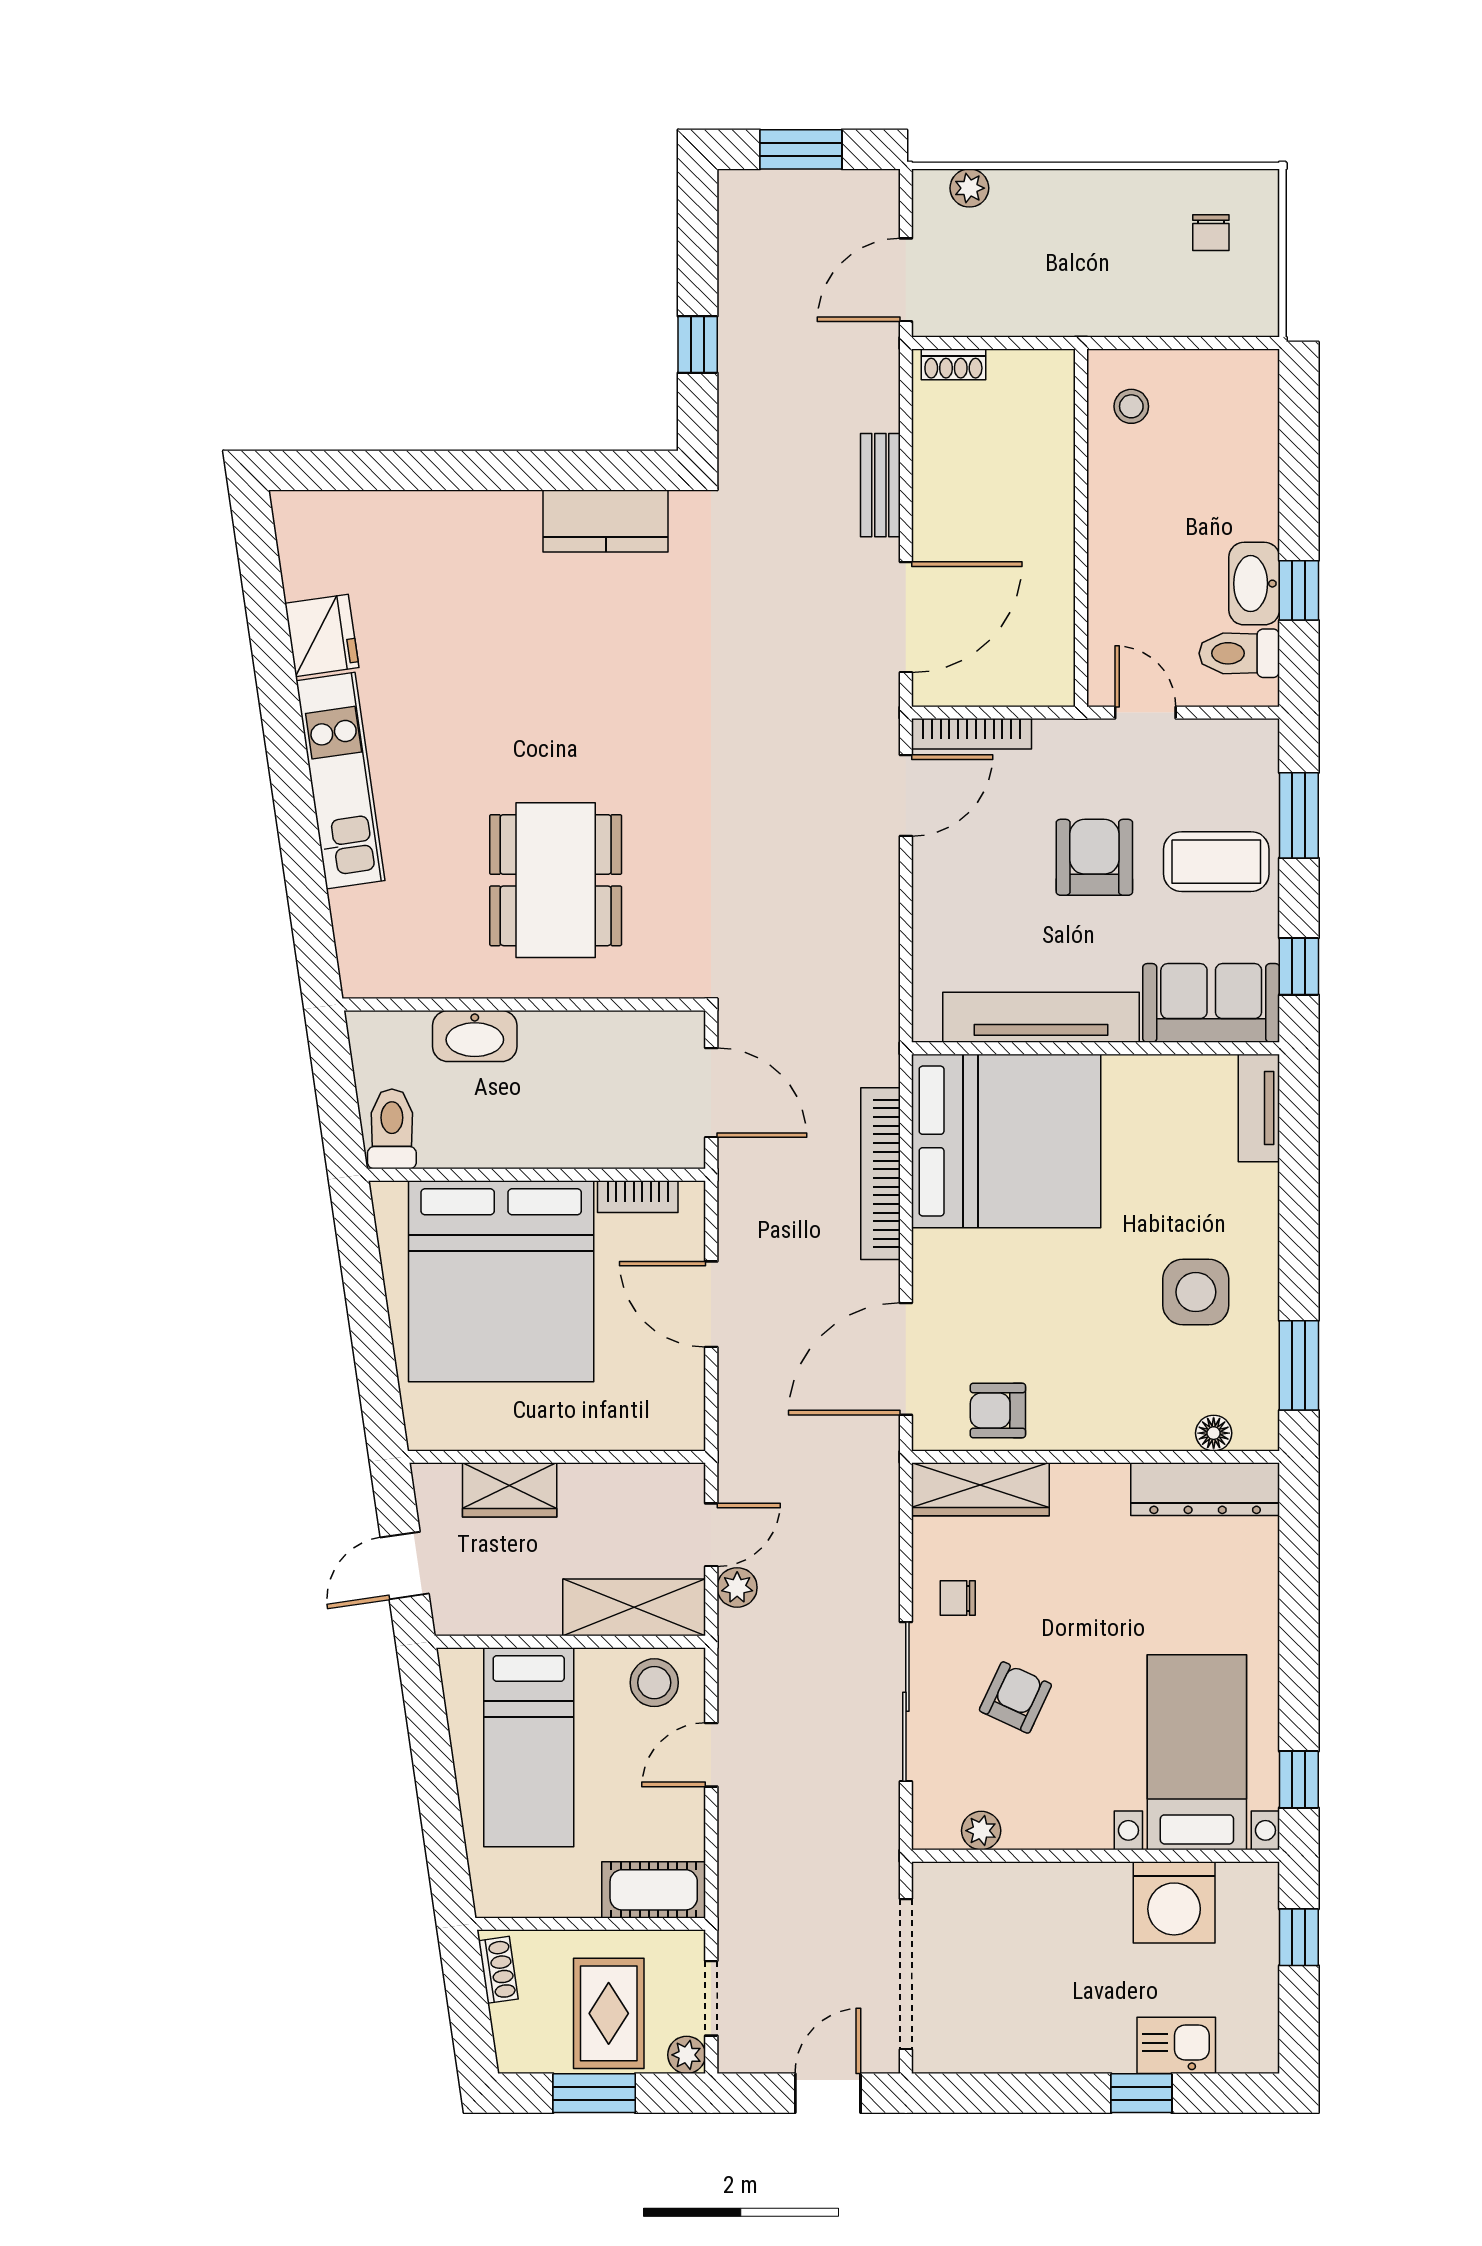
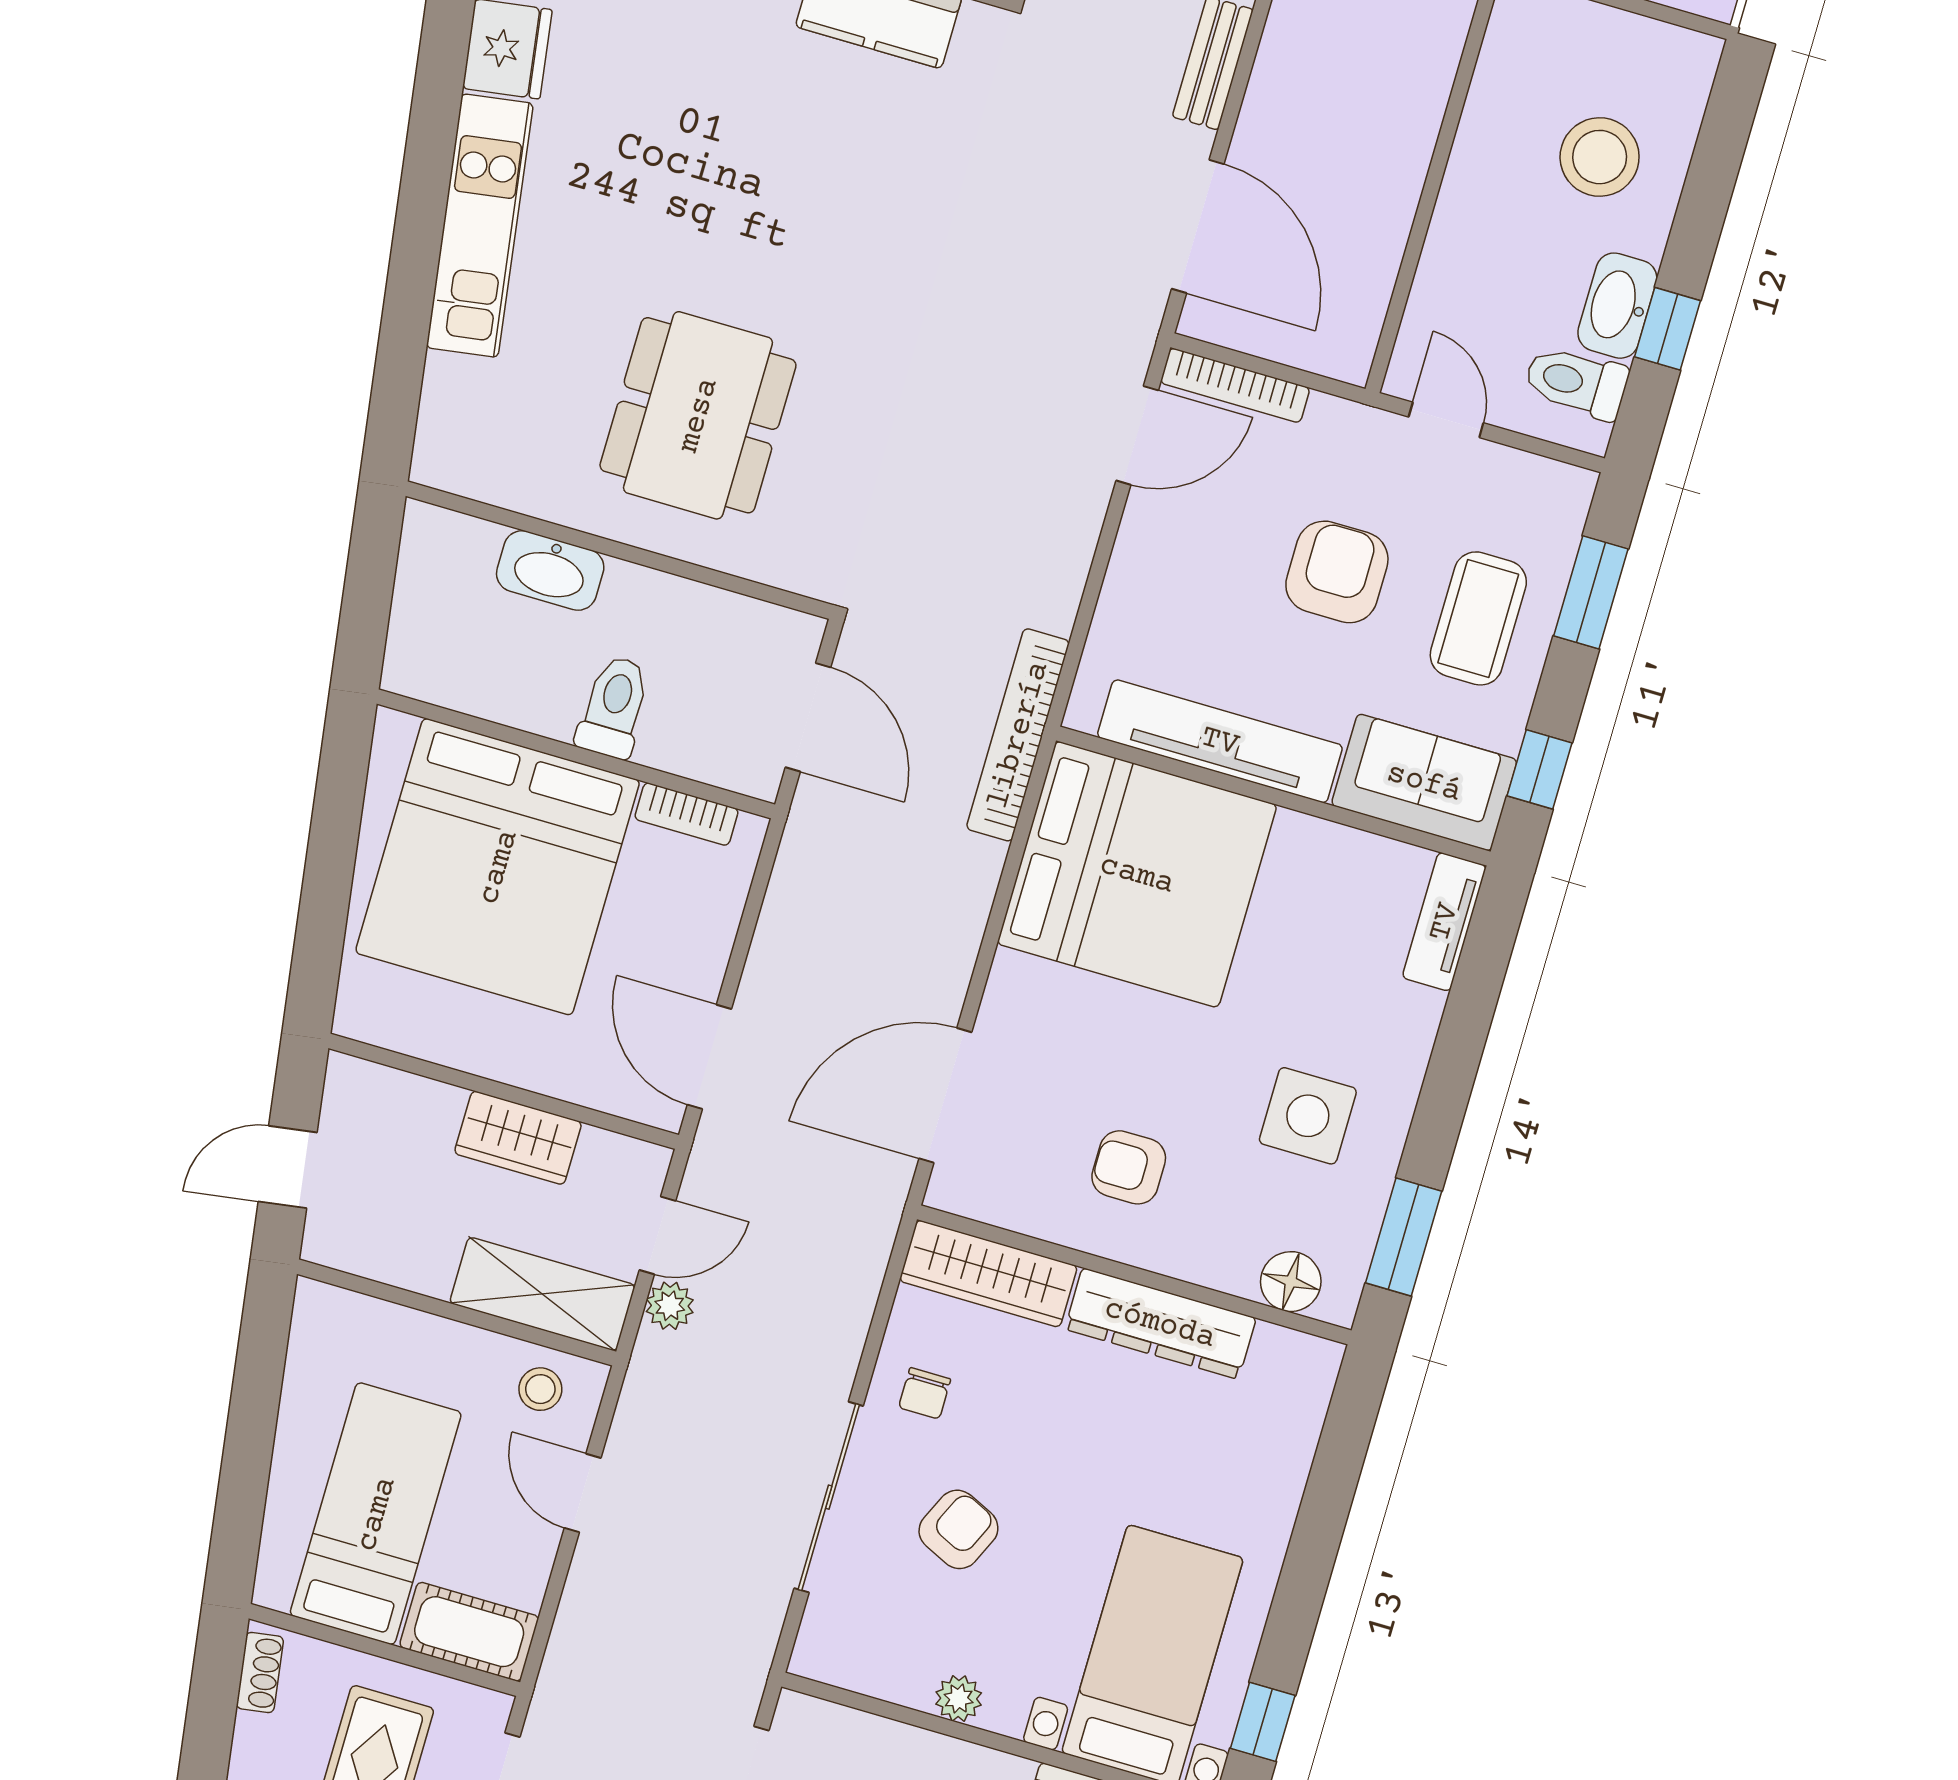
stool: (1131, 406) -> (1600, 157), moved, width x1.89, depth x1.89
door: (906, 617) -> (1198, 226), hinge flipped
coffee table: (1216, 862) -> (1478, 618), turned 90
toilet: (392, 1129) -> (614, 707), moved
bookcase: (881, 1174) -> (1018, 735), moved
door: (711, 1304) -> (709, 1057), moved
armchair: (998, 1411) -> (1129, 1167), moved
floor lamp: (1214, 1433) -> (1291, 1282), width x1.37, depth x1.37
dresser: (1205, 1489) -> (1160, 1323), moved
wardrobe: (510, 1490) -> (518, 1138), moved
chair: (958, 1598) -> (925, 1393), turned -90
stool: (654, 1683) -> (540, 1389), width x0.73, depth x0.73
bed: (529, 1747) -> (376, 1514), moved, turned 180
door: (711, 1755) -> (583, 1493), hinge flipped
plant: (981, 1831) -> (959, 1699), moved

